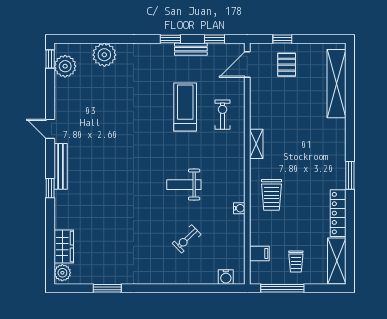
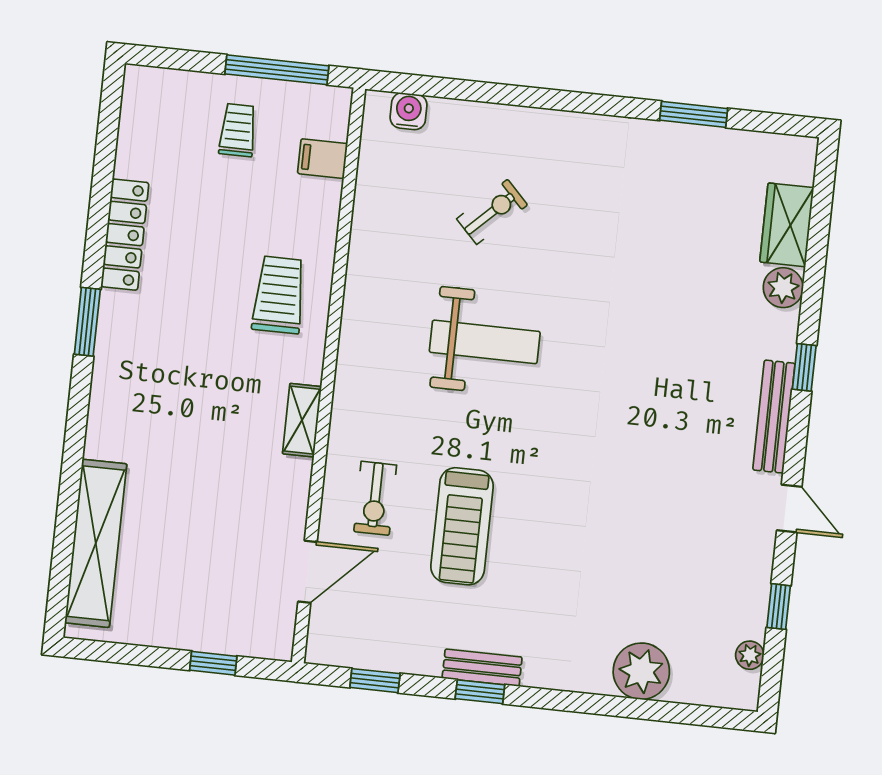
bench: (191, 49) -> (482, 668), moved
window: (50, 59) -> (779, 607), moved
door: (247, 65) -> (308, 572), moved
pallet: (287, 65) -> (210, 601), removed
plant: (65, 66) -> (750, 655), width x0.53, depth x0.53
weight bench: (184, 185) -> (485, 342), width x1.36, depth x1.33
water cooler: (239, 208) -> (359, 271), removed
shelving: (337, 261) -> (140, 122), removed
plant: (62, 273) -> (783, 288), moved

